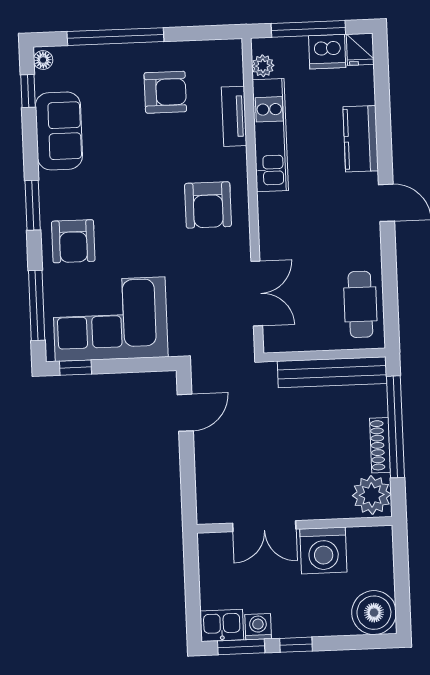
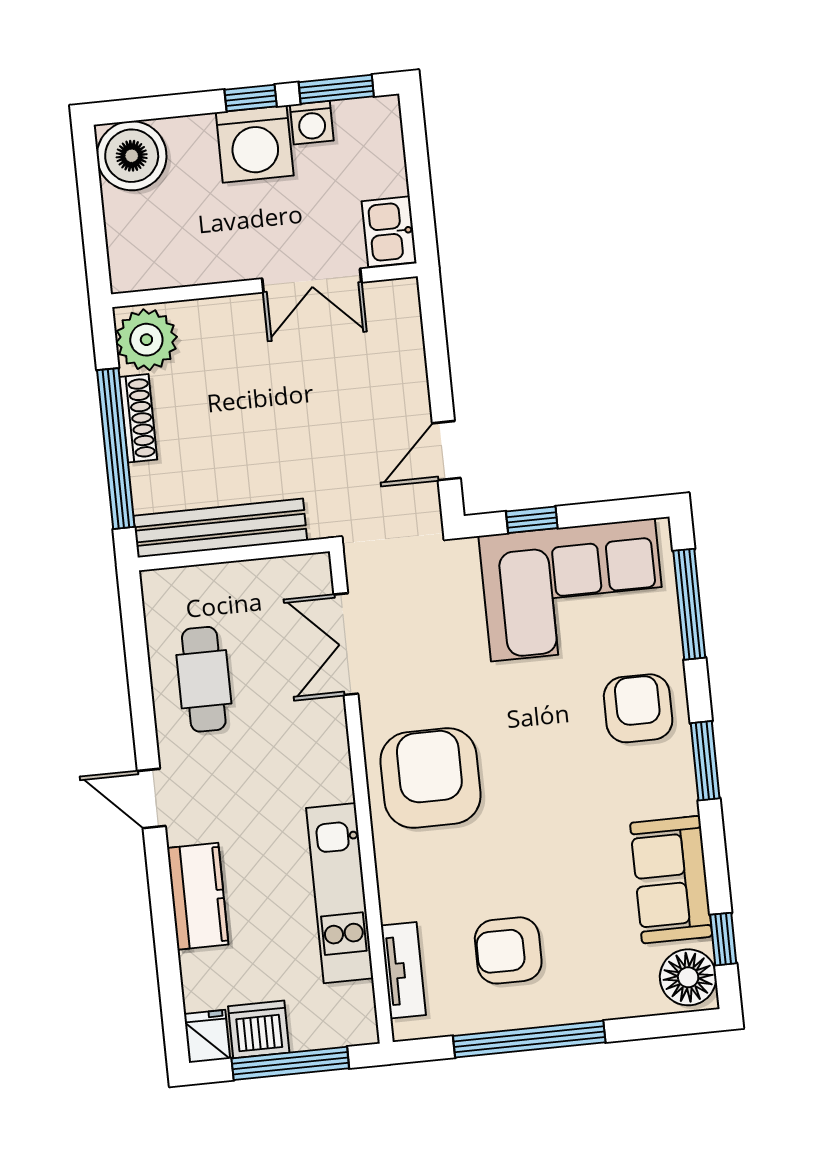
window: (115, 37) -> (529, 1039), moved
floor lamp: (43, 60) -> (688, 977), width x1.89, depth x1.89
plant: (263, 66) -> (358, 1001), removed
tv unit: (234, 116) -> (403, 970), moved
armchair: (208, 205) -> (431, 778), width x1.36, depth x1.36
cafe table: (360, 304) -> (204, 679), moved
window: (76, 368) -> (532, 520), moved
double door: (264, 526) -> (312, 281), swing flipped
washing machine: (323, 551) -> (255, 144), moved, turned 180
kitchen sink: (222, 625) -> (389, 232), moved, turned 90

